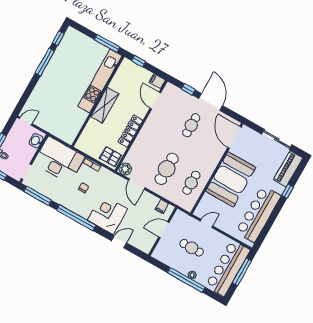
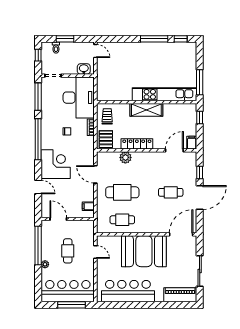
trolley: (91, 144) -> (107, 116), added
plant: (125, 169) -> (125, 157), moved
door: (137, 184) -> (95, 174), hinge flipped
window: (288, 191) -> (161, 305), removed
door: (164, 230) -> (58, 219), moved
window: (186, 280) -> (38, 245), moved

